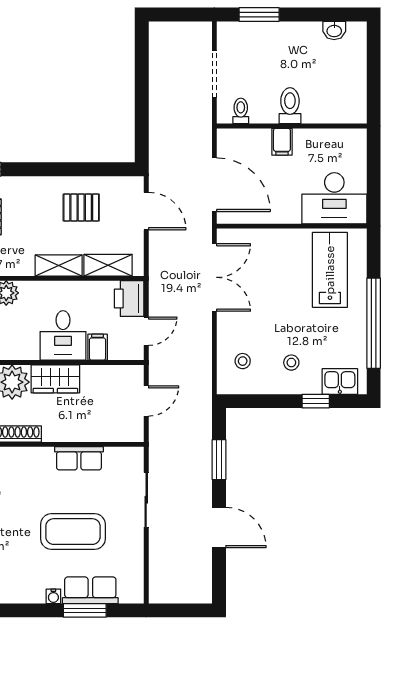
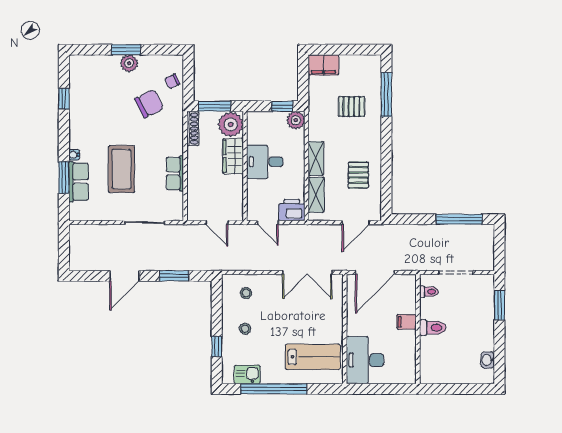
window: (142, 70) -> (459, 219), added
filing cabinet: (98, 347) -> (256, 187), removed
kitchen sink: (340, 381) -> (247, 374), moved, turned -90

